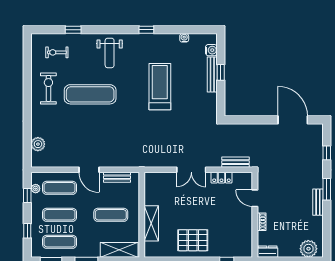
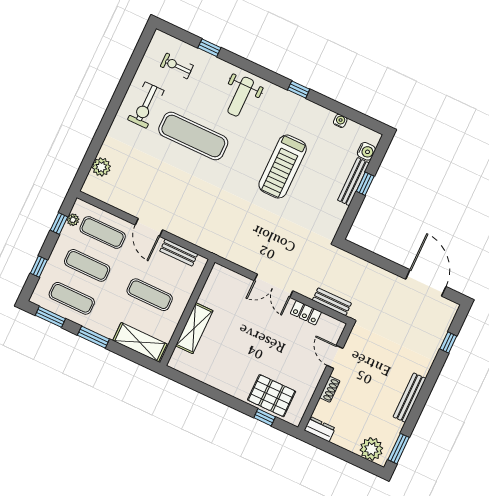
treadmill: (160, 87) -> (283, 167), turned 180
exercise bike: (48, 88) -> (146, 105), turned 180
window: (327, 189) -> (399, 449), moved
bench: (318, 202) -> (409, 398), width x1.36
pallet: (193, 240) -> (272, 396), moved

